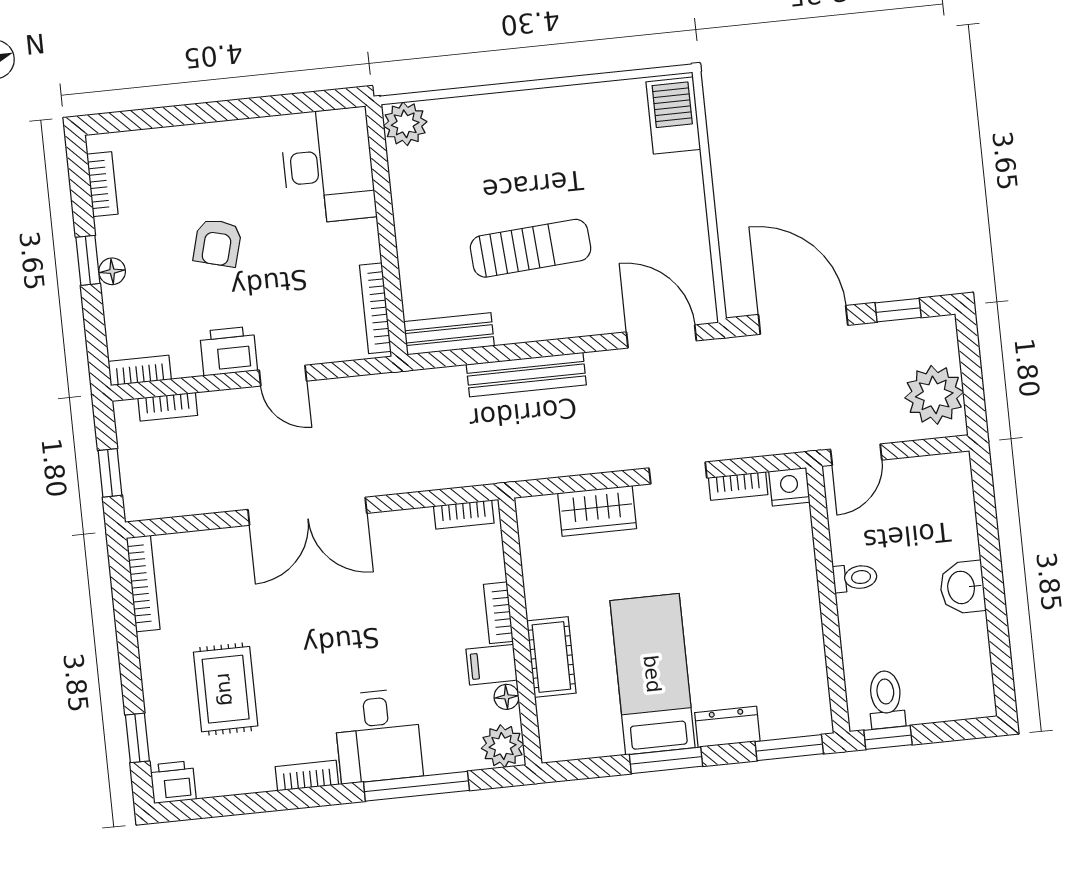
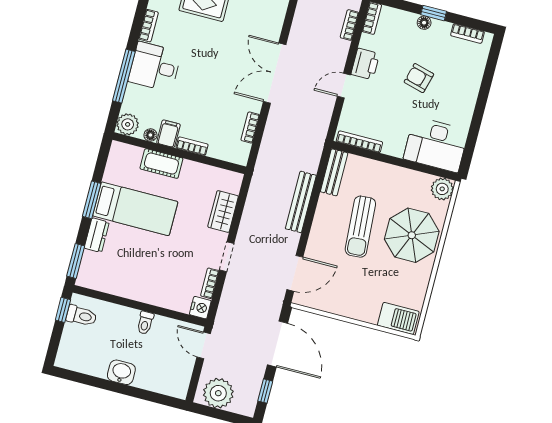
parasol: (511, 148) -> (412, 235), added
door: (803, 320) -> (278, 344), hinge flipped
bookcase: (464, 515) -> (250, 127), moved

